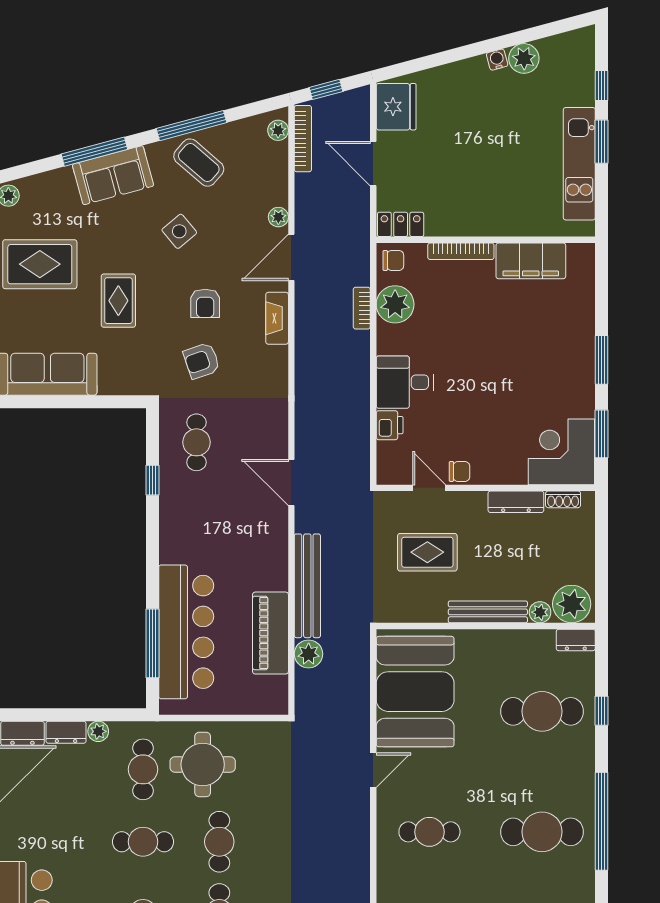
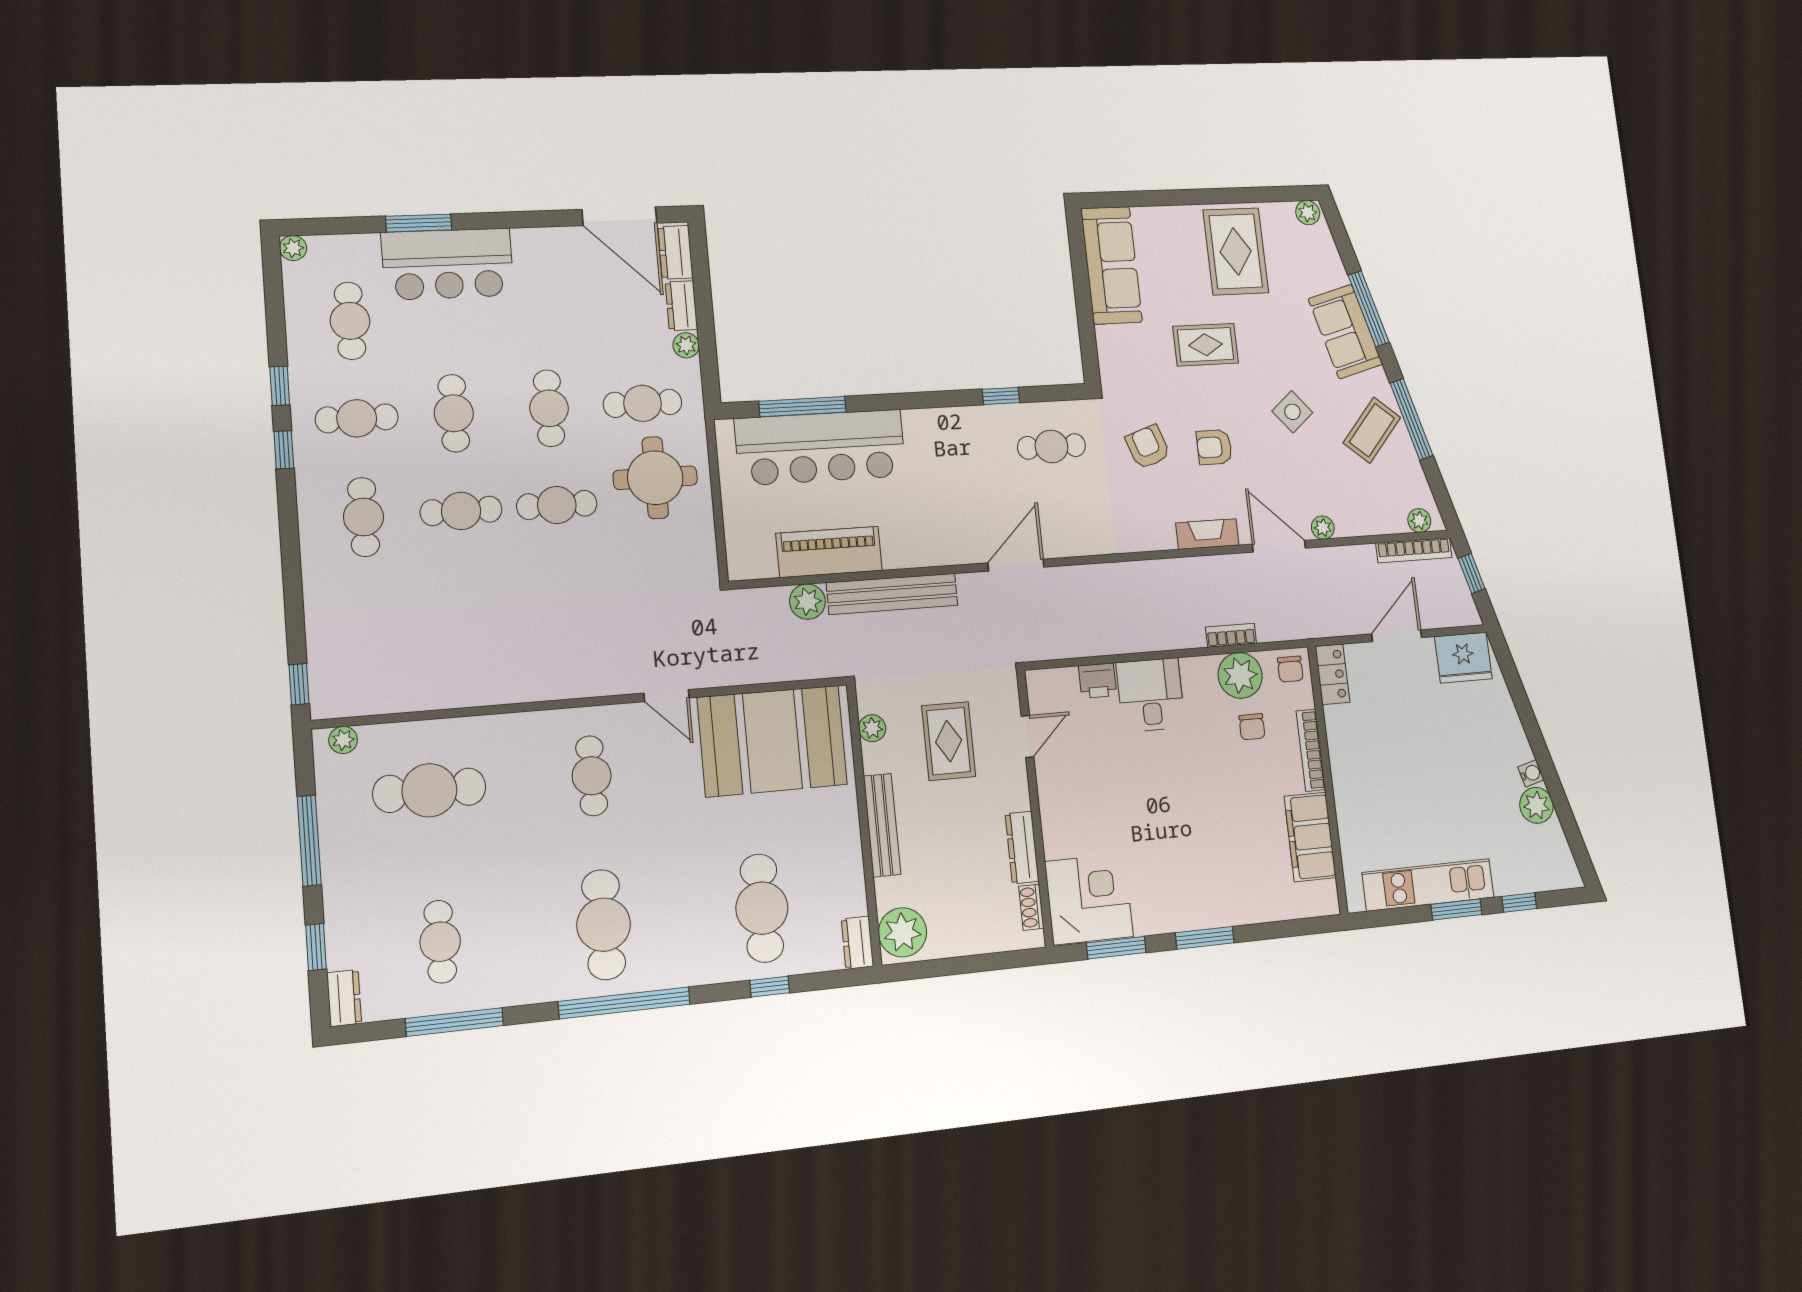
chair: (460, 471) -> (1252, 727), moved
plant: (540, 612) -> (872, 728), moved

